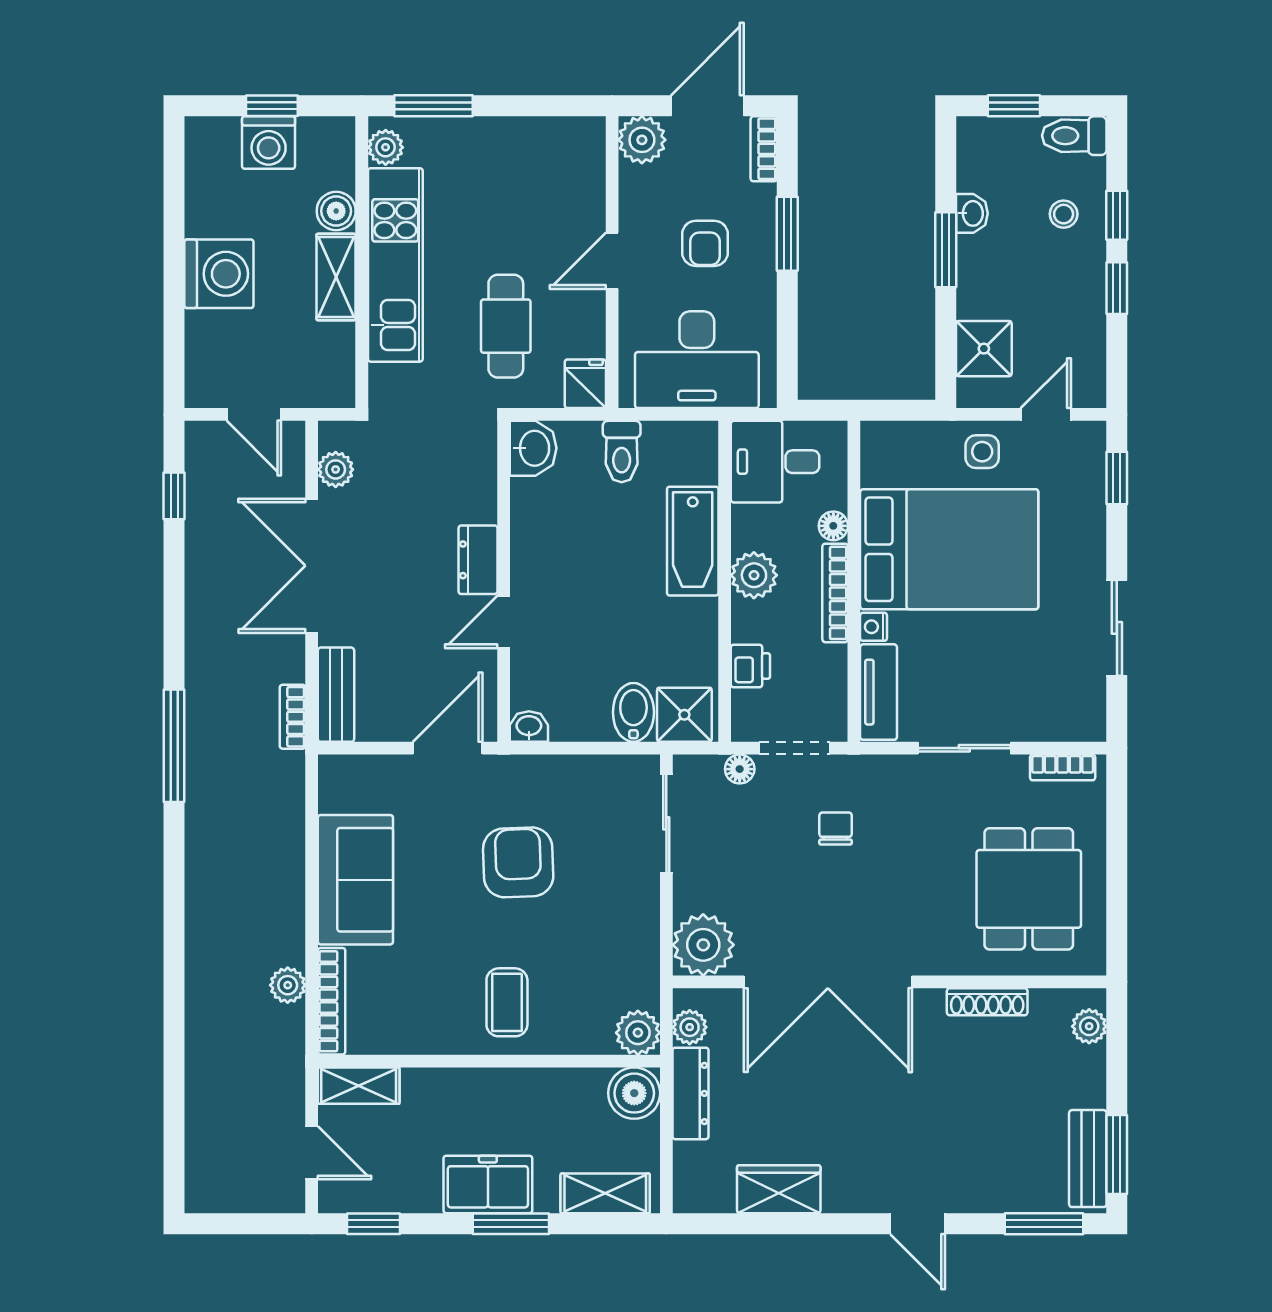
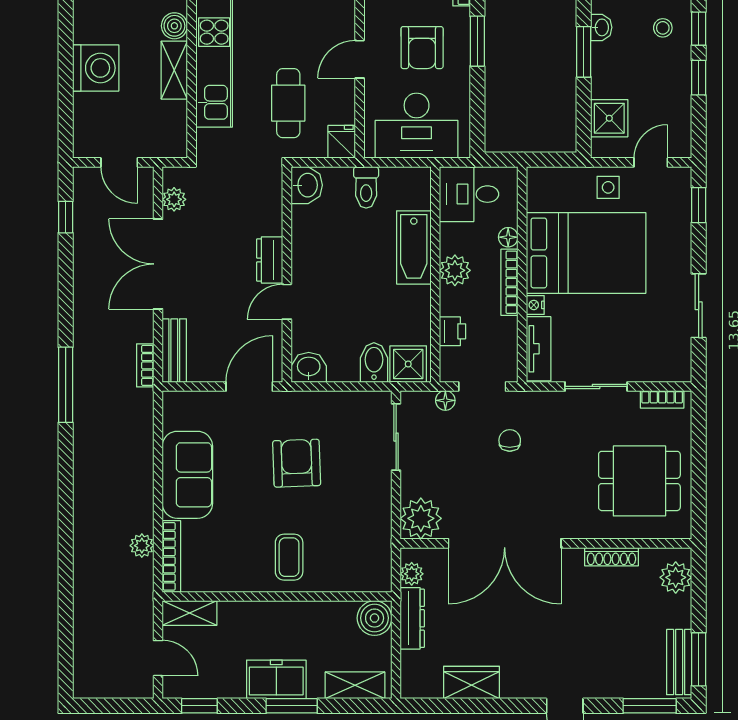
armchair: (705, 243) -> (422, 48), width x1.38, depth x1.38
washbasin: (529, 727) -> (309, 367), width x1.38, depth x1.45
dining table: (1029, 889) -> (639, 481), turned 90
plant: (1089, 1026) -> (676, 577), width x1.38, depth x1.38
plant: (638, 1033) -> (377, 577), removed

